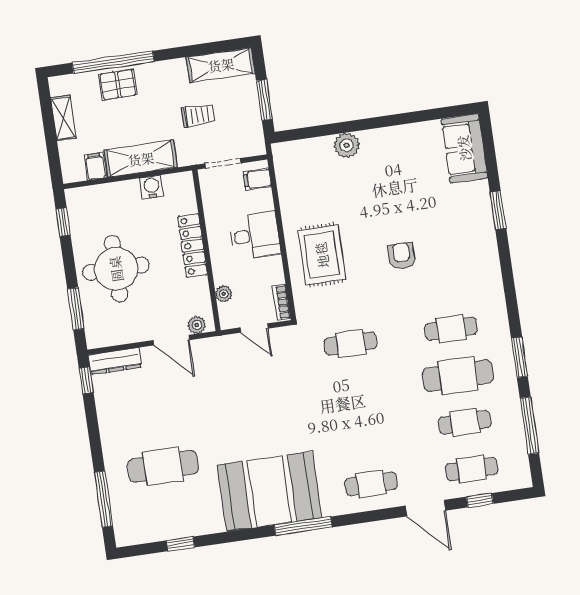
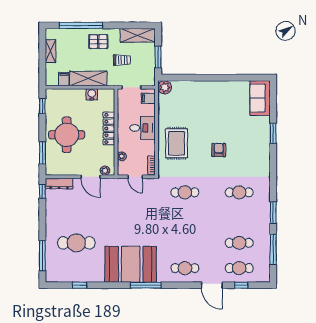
pallet: (118, 85) -> (98, 42), moved
plant: (347, 145) -> (165, 87), moved
cafe table: (458, 376) -> (239, 218), removed

